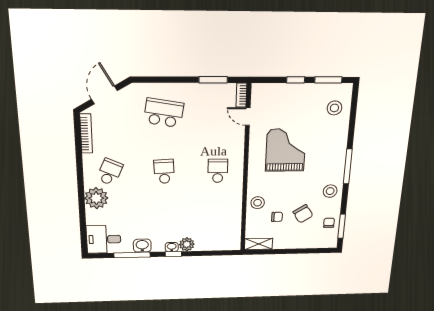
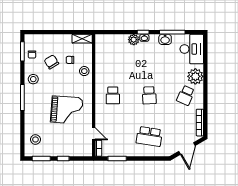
grand piano: (286, 150) -> (67, 110), turned -86
desk: (104, 239) -> (192, 49), width x1.37

